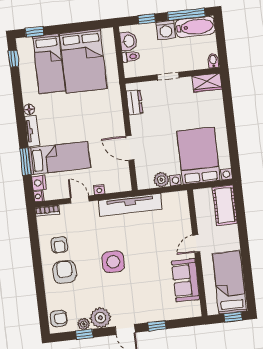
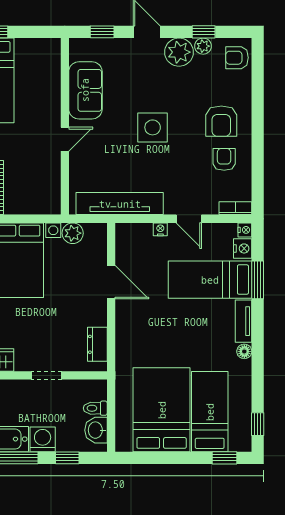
door: (196, 244) -> (65, 139), moved
wall: (197, 253) -> (65, 126), moved
sofa: (186, 280) -> (85, 90), moved

